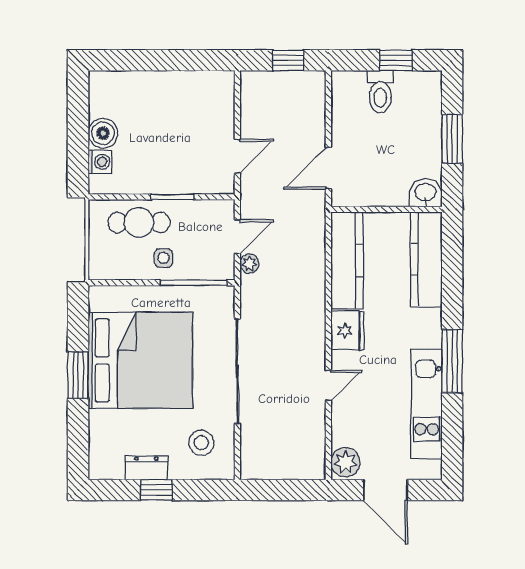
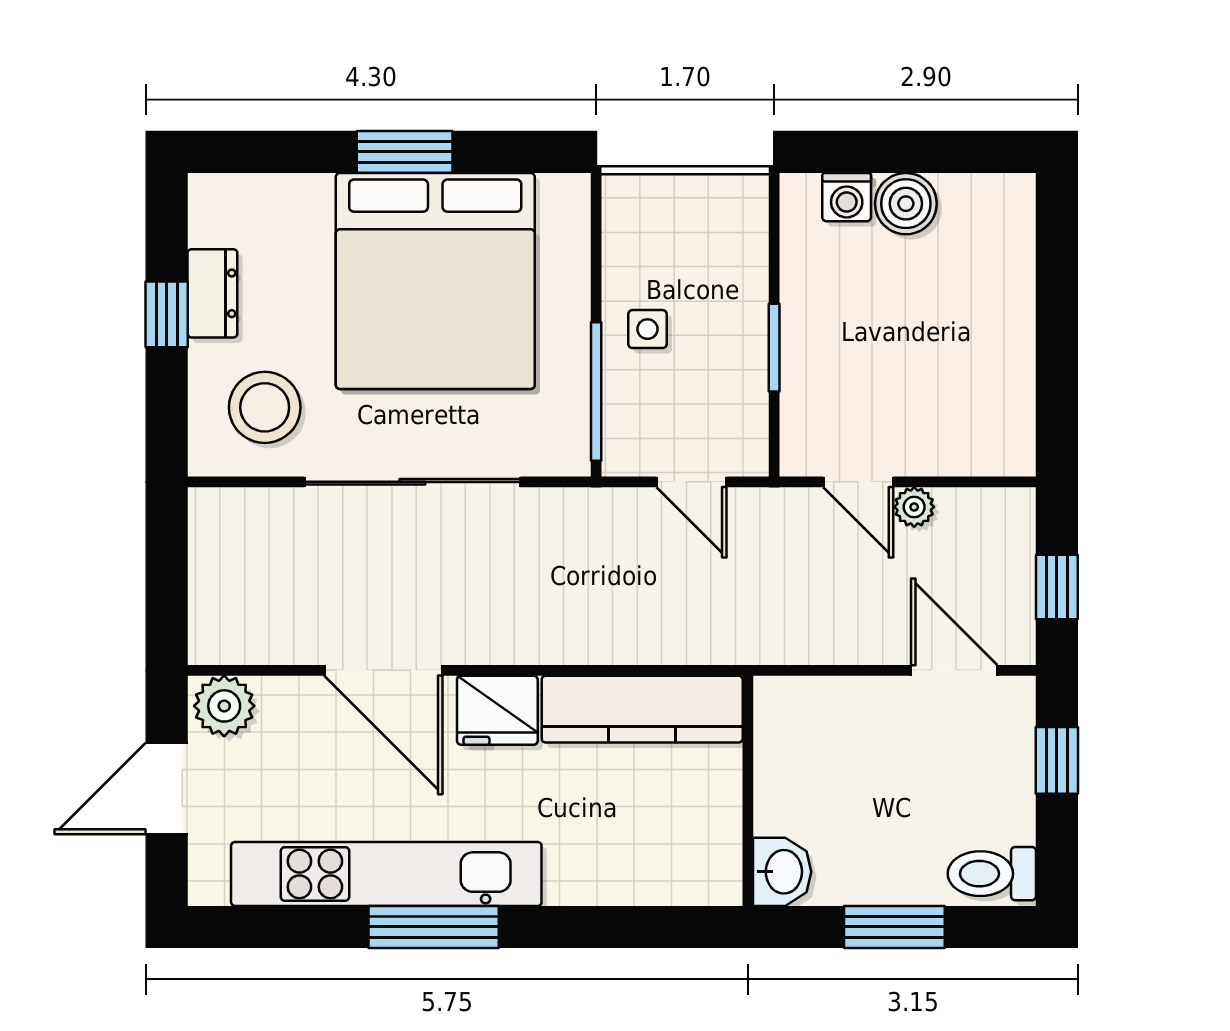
window: (396, 60) -> (1057, 760), moved
toilet: (380, 92) -> (992, 874), moved
door: (328, 168) -> (954, 670), moved
cafe table: (139, 223) -> (721, 278), removed
kitchen counter: (426, 260) -> (644, 873), removed
plant: (249, 264) -> (914, 507), moved
door: (328, 385) -> (383, 670), width x1.87
kitchen unit: (427, 404) -> (386, 874), width x1.36
stool: (201, 443) -> (265, 407), width x1.38, depth x1.38

